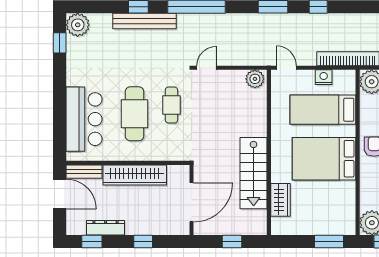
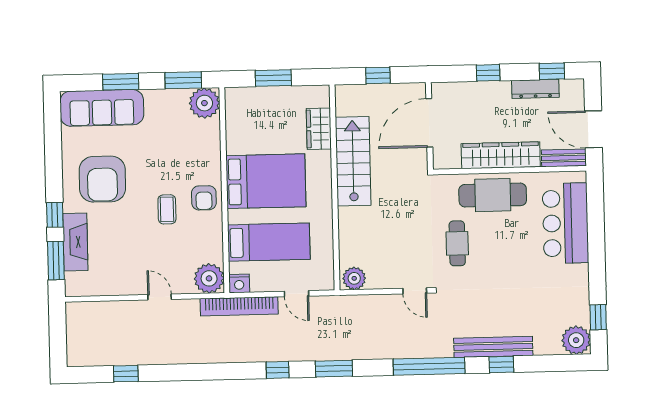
door: (207, 68) -> (415, 291), hinge flipped
door: (286, 68) -> (296, 294), moved
nightstand: (324, 77) -> (239, 283), moved
cafe table: (135, 114) -> (493, 195), moved, turned 90
window: (329, 242) -> (273, 78), moved

